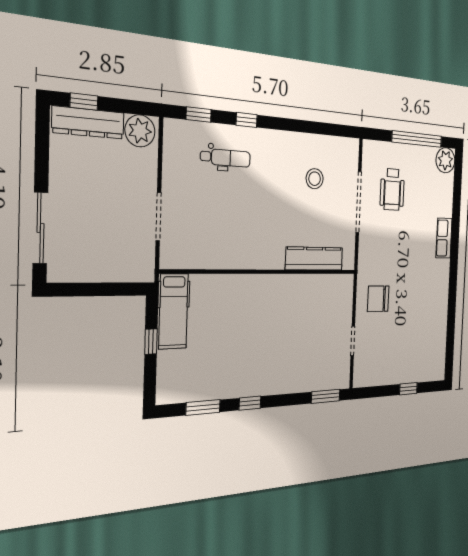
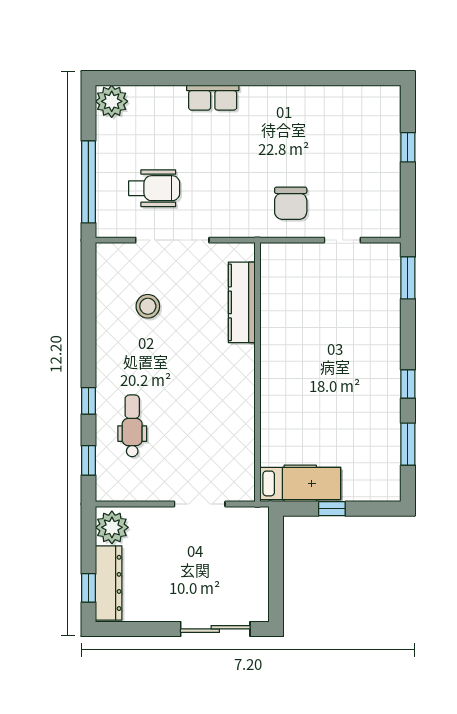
window: (417, 139) -> (88, 182), moved

